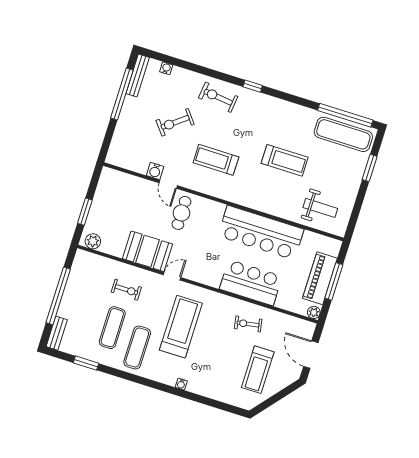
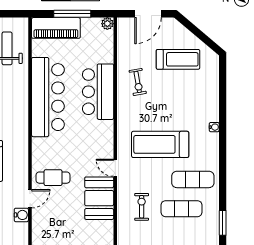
piano: (320, 278) -> (56, 28), moved

